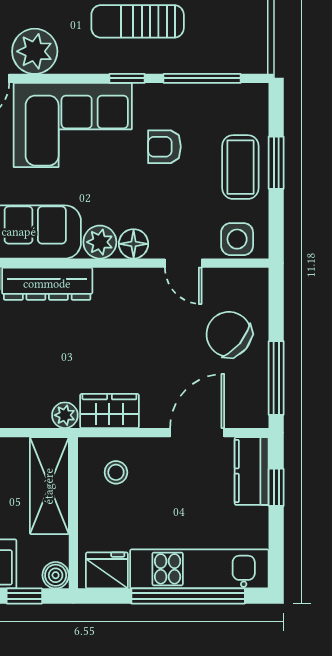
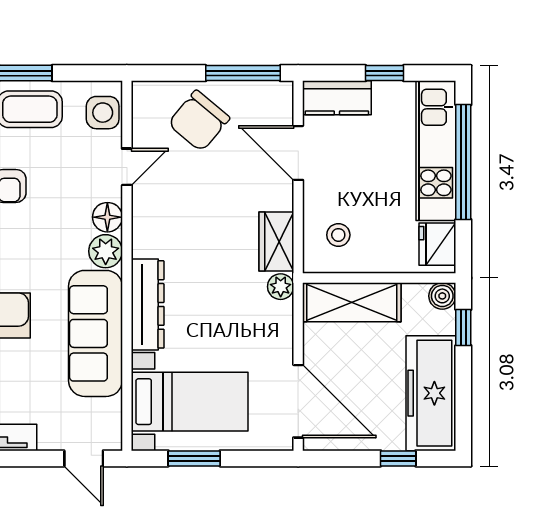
window: (276, 487) -> (385, 73), moved

